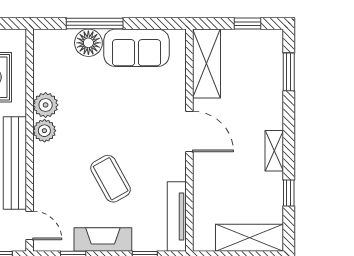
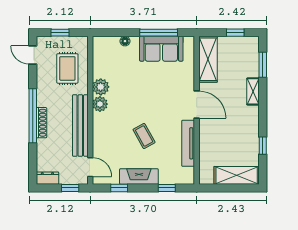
window: (95, 24) -> (159, 33), moved
floor lamp: (88, 43) -> (125, 41), width x0.53, depth x0.53
shelving: (274, 151) -> (253, 91), moved
coffee table: (111, 179) -> (144, 136), width x0.73, depth x0.77
tv unit: (177, 217) -> (188, 143), moved

